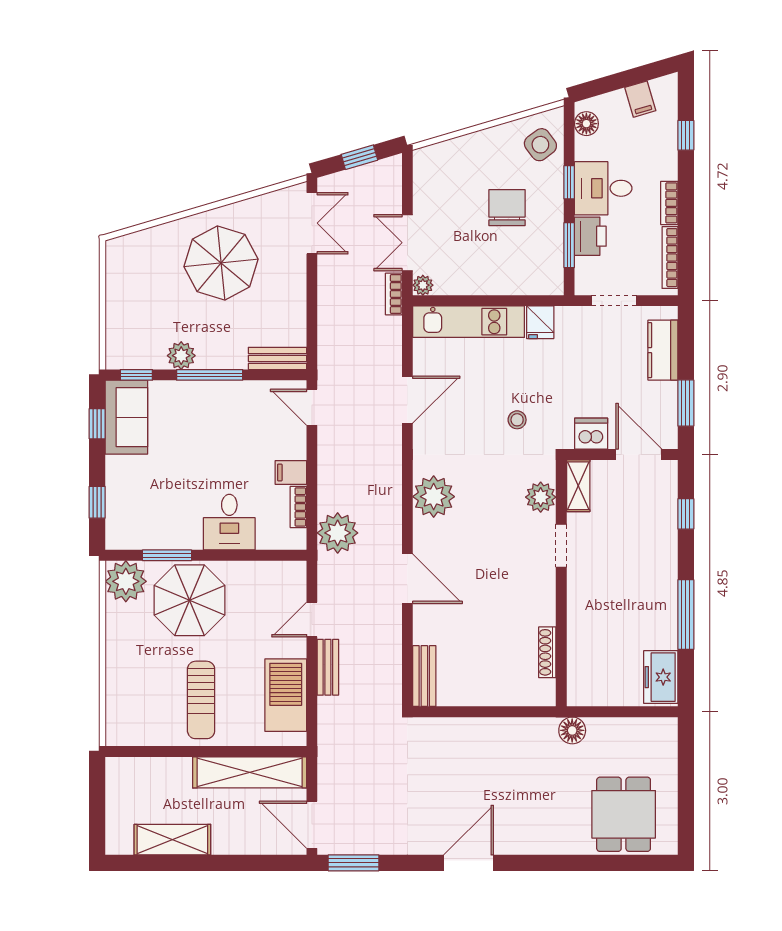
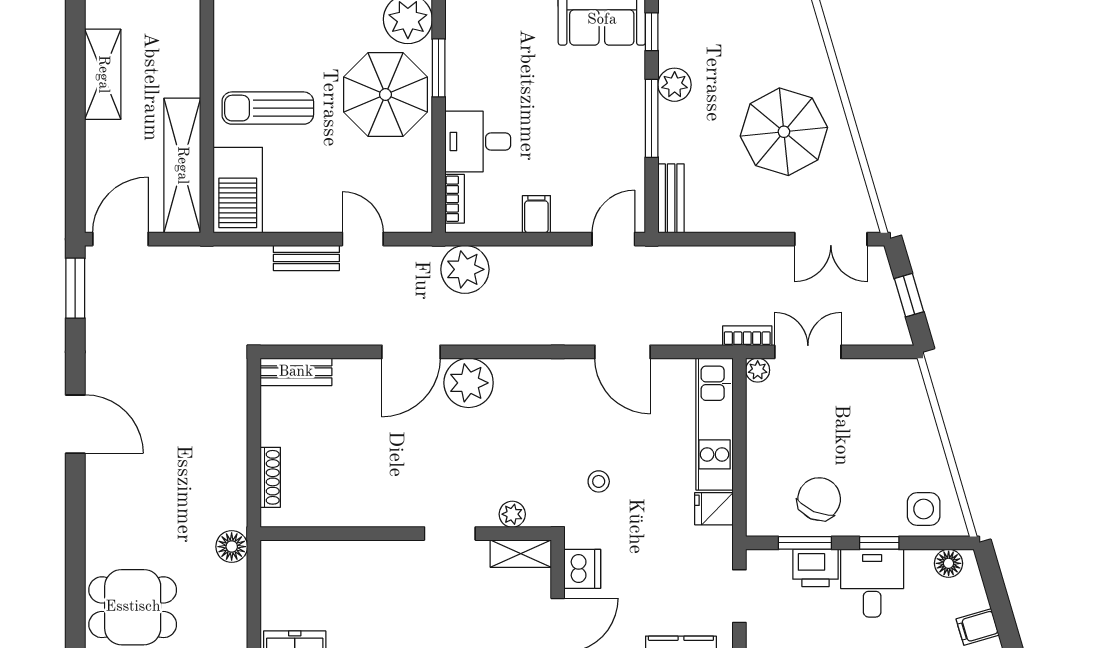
side table: (540, 145) -> (924, 509), turned 37
chair: (507, 208) -> (819, 499), moved, turned -66
plant: (434, 497) -> (469, 383), moved
plant: (541, 497) -> (512, 514), width x0.73, depth x0.73
bookcase: (298, 507) -> (455, 199), moved, turned 90
shoe rack: (547, 652) -> (270, 477), moved, turned 90
barbecue: (286, 695) -> (238, 190), moved, turned 90

